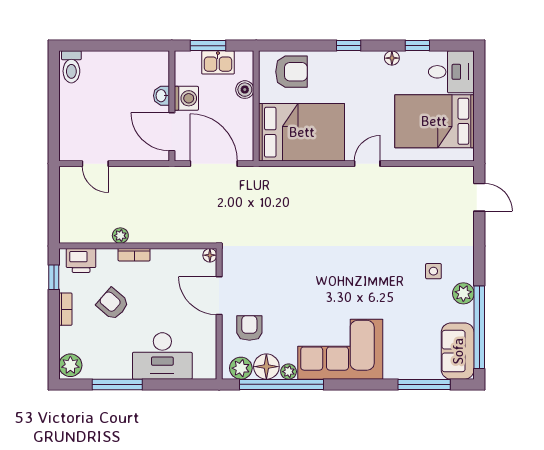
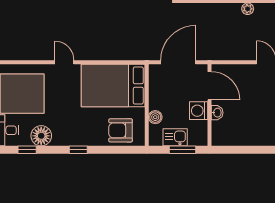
floor lamp: (392, 58) -> (41, 136), width x1.89, depth x1.89
door: (214, 164) -> (178, 62), swing flipped
door: (367, 164) -> (64, 62), swing flipped

